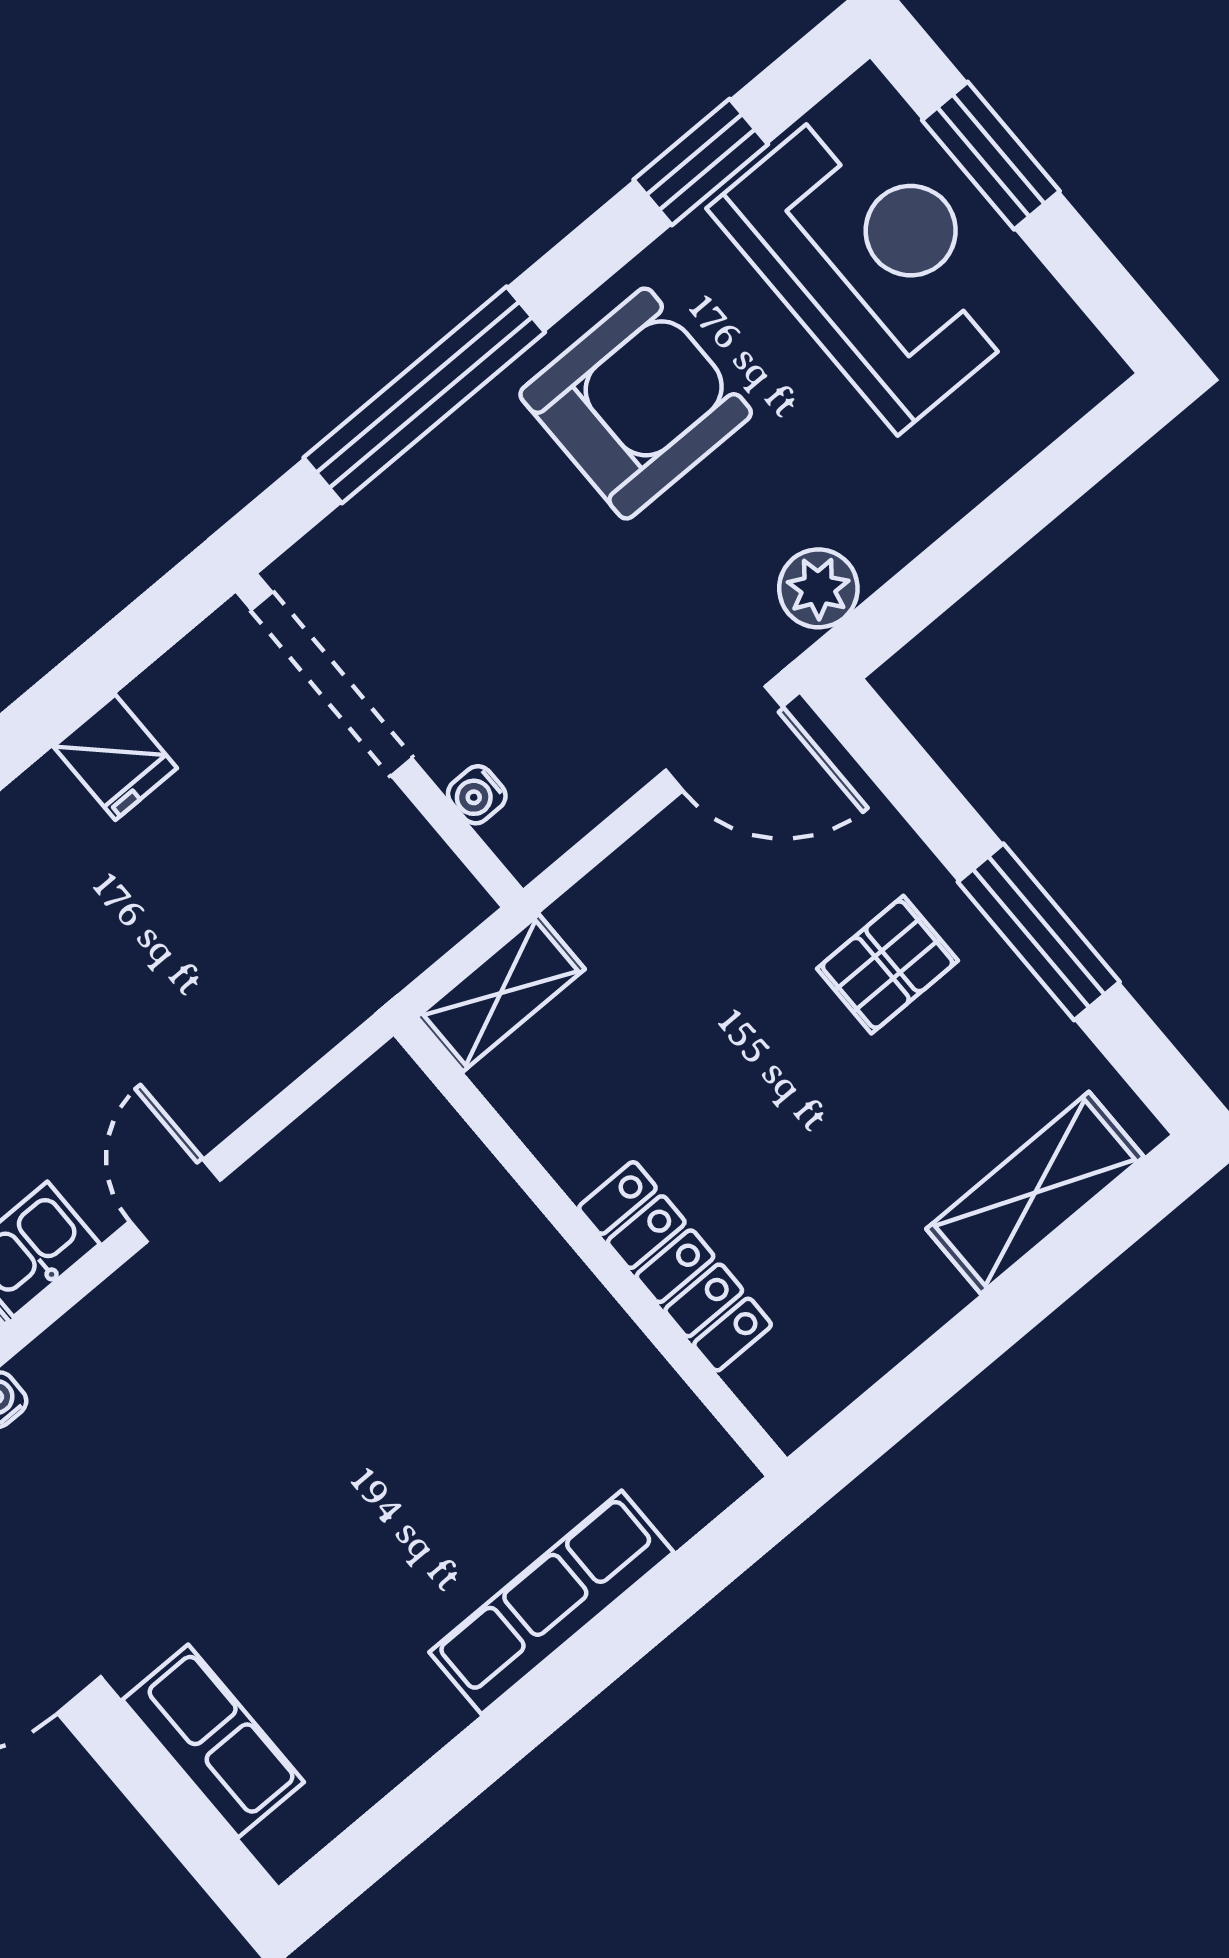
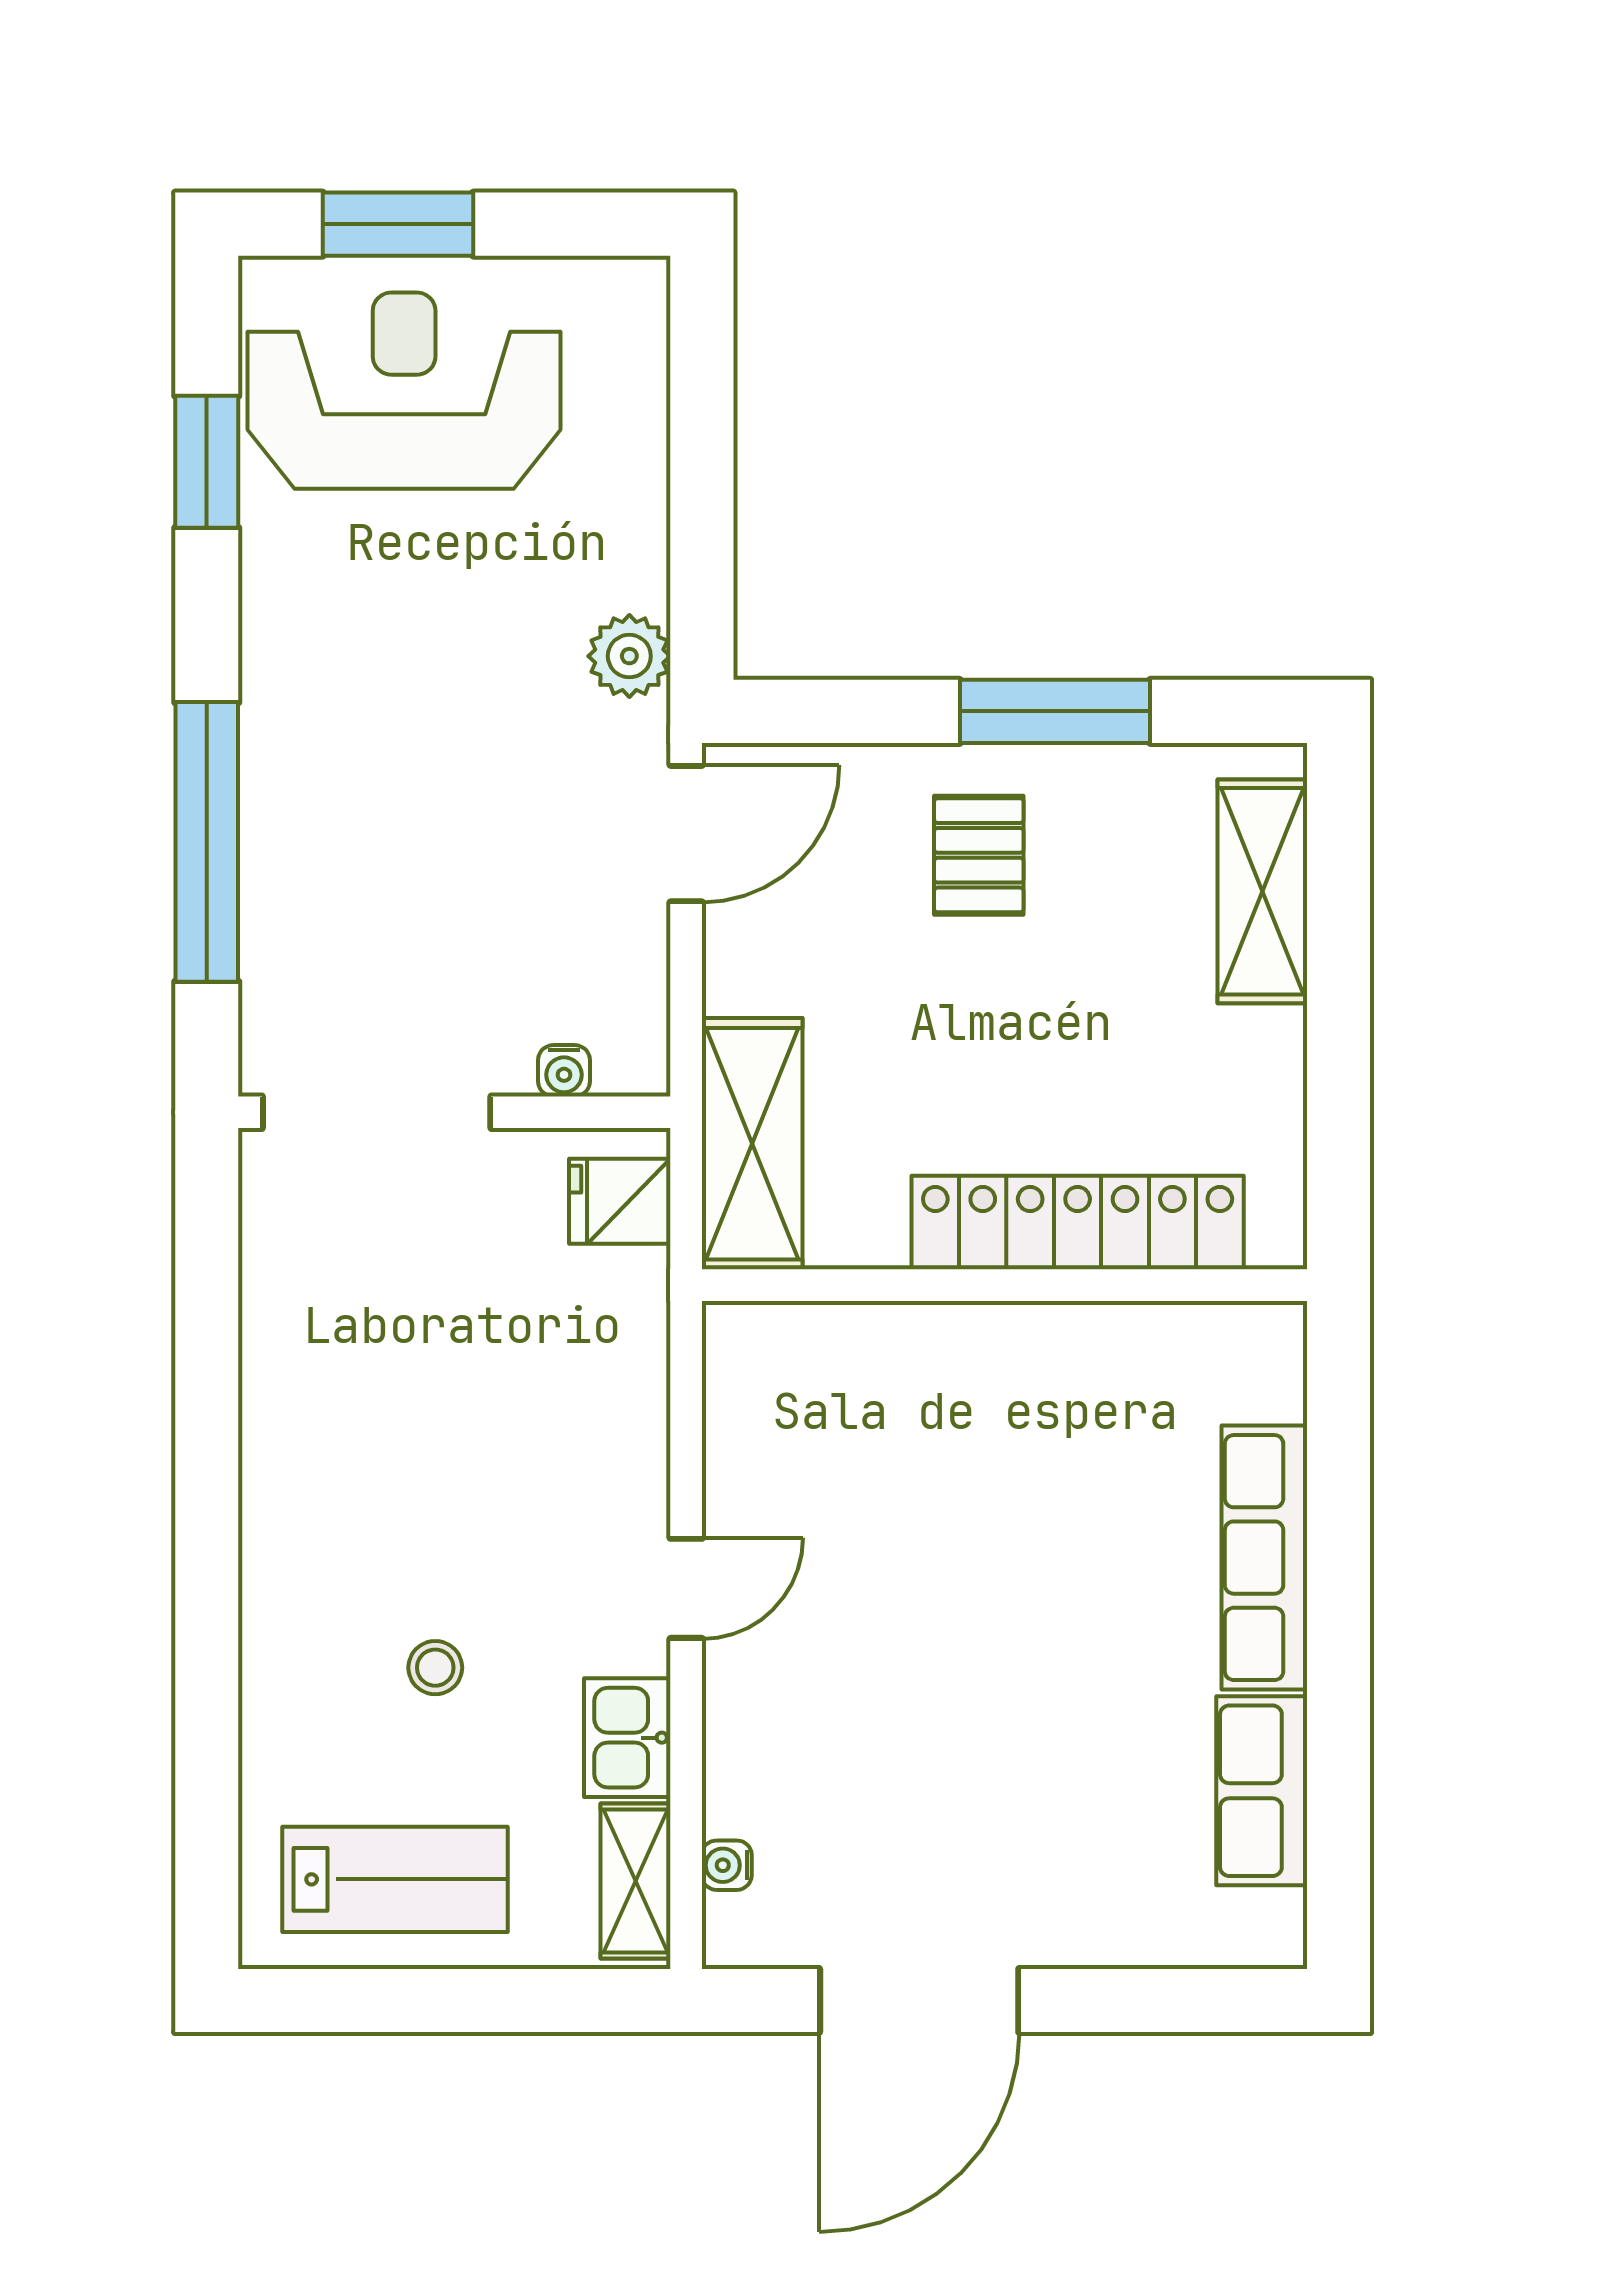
armchair: (636, 404) -> (357, 678), removed
fridge: (115, 757) -> (620, 1201), moved, turned 180
shelving: (501, 993) -> (752, 1144), width x1.50, depth x1.33
door: (175, 1201) -> (686, 1588), swing flipped
locker: (675, 1266) -> (1078, 1223), width x1.41, depth x1.21
row of seats: (213, 1741) -> (1262, 1791), moved, turned -90

